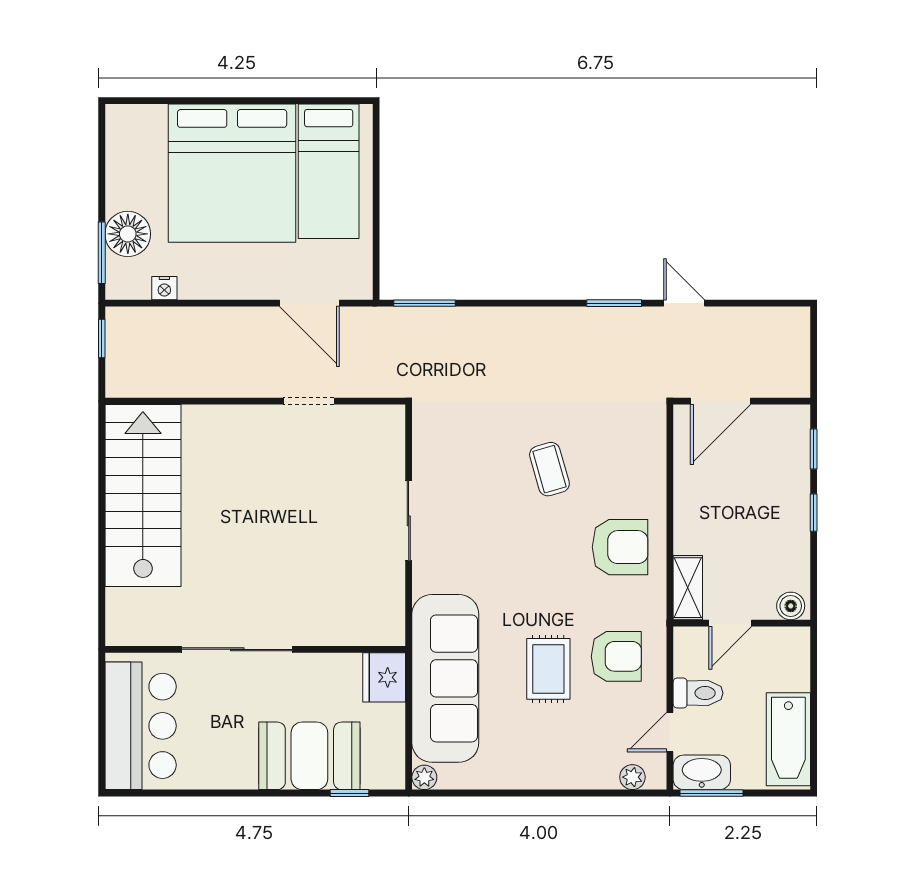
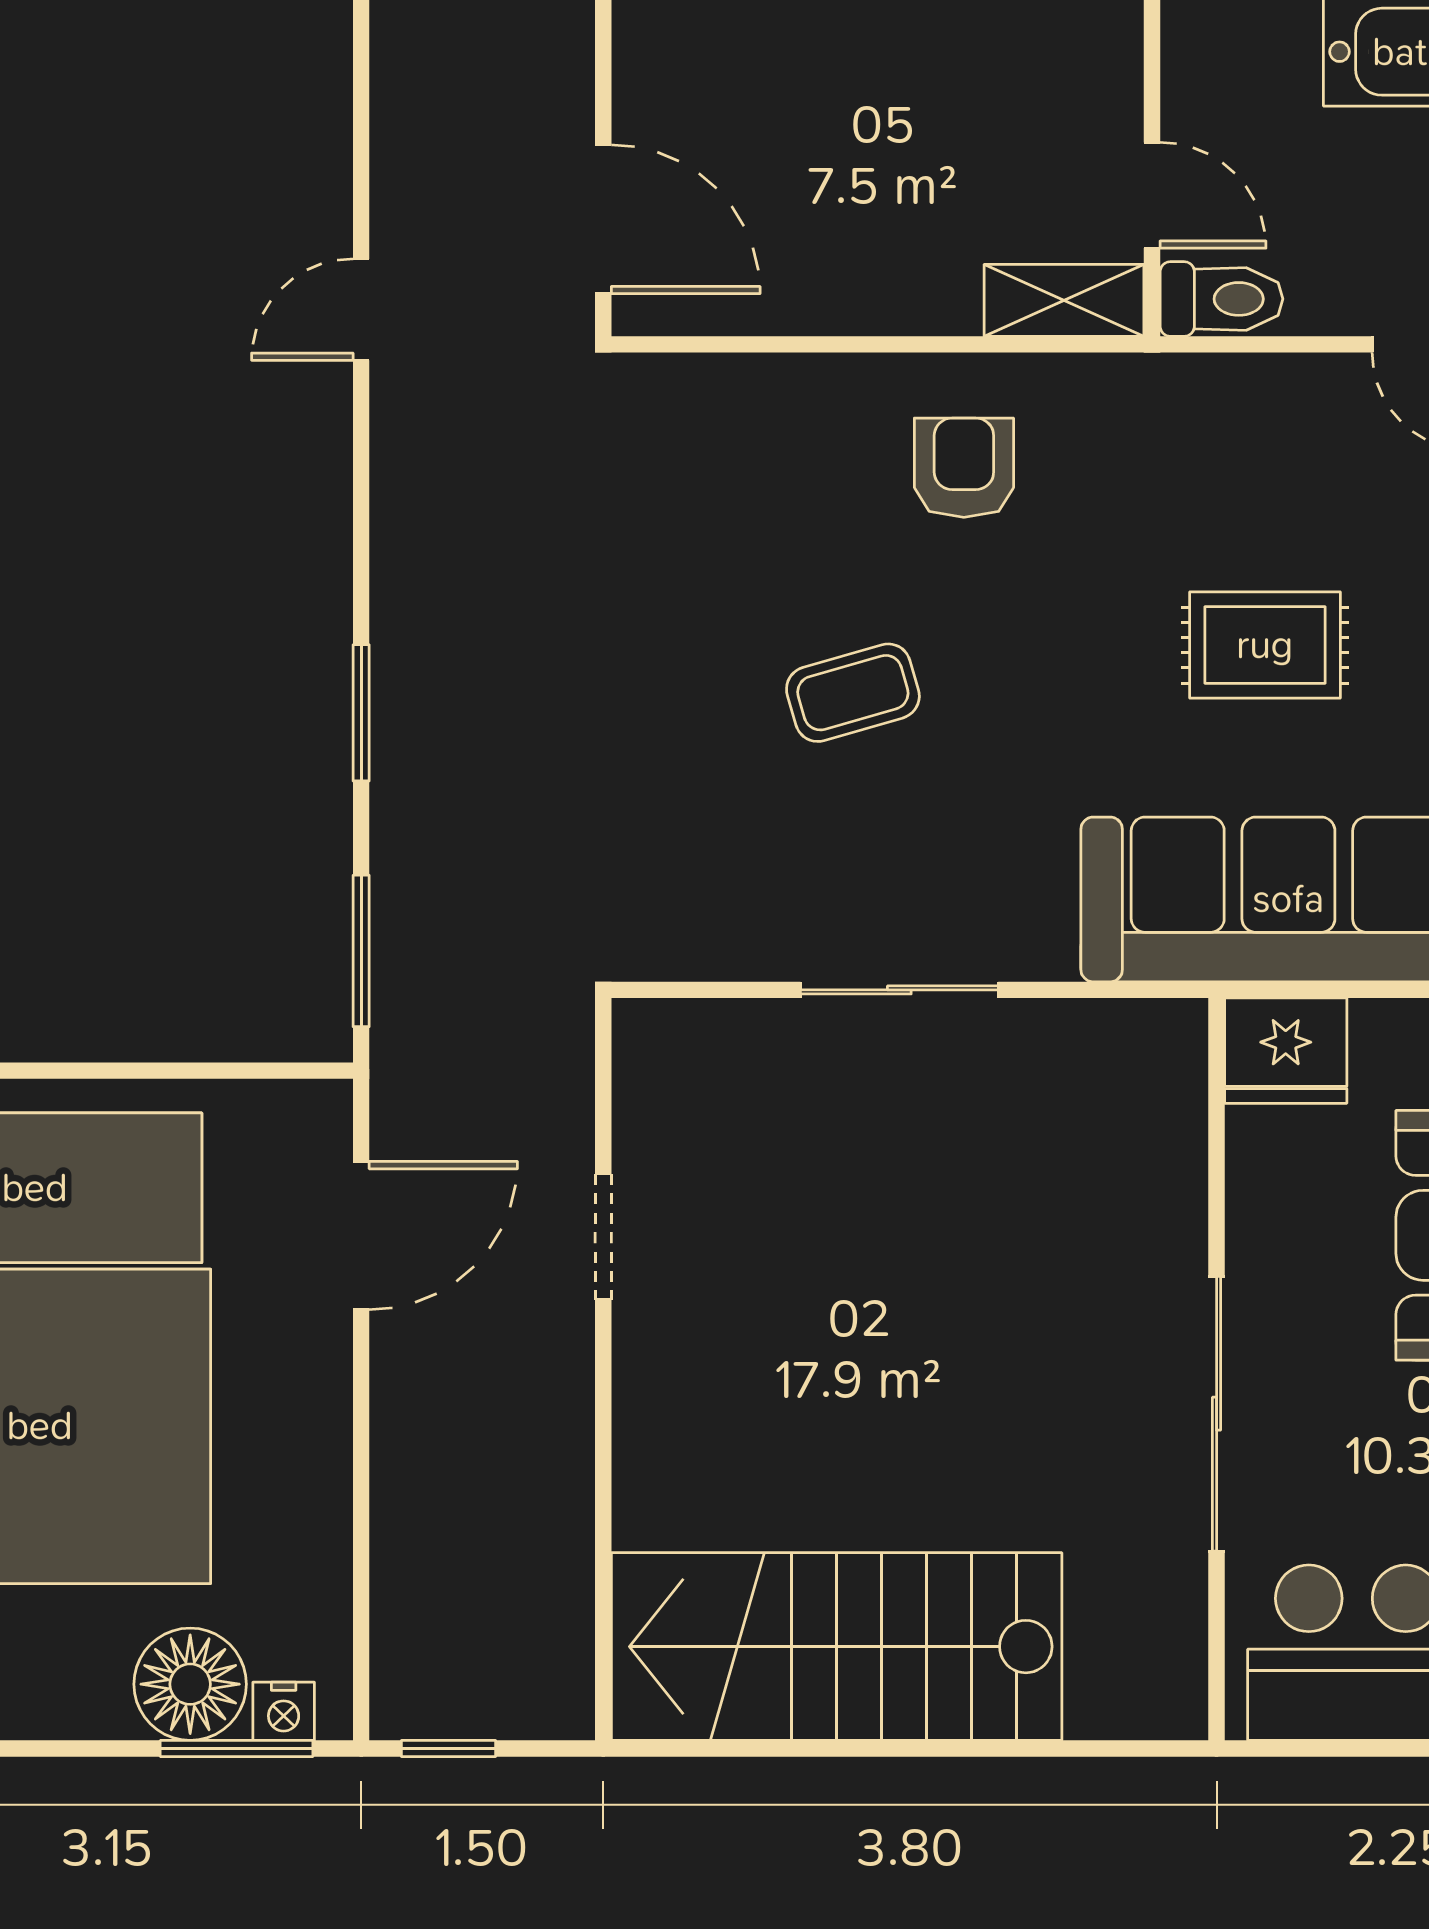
nightstand: (164, 288) -> (284, 1711), moved, turned 90
window: (614, 303) -> (361, 713), moved
coffee table: (549, 469) -> (853, 693), moved
armchair: (620, 547) -> (964, 468), width x0.72, depth x0.72
boiler: (791, 606) -> (1109, 46), removed
armchair: (616, 656) -> (1234, 477), removed
toilet: (698, 693) -> (1221, 299), moved, turned 90

